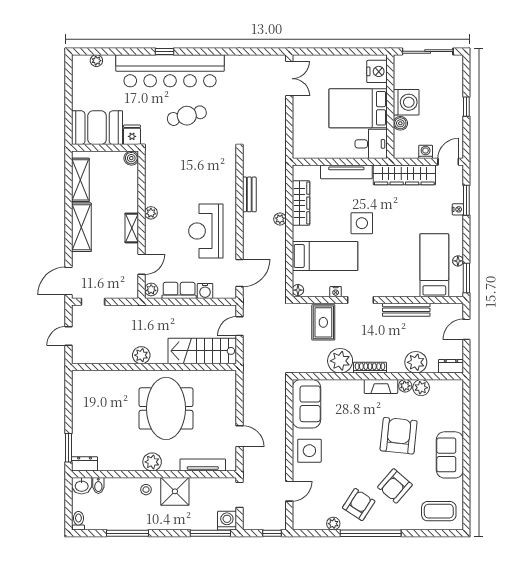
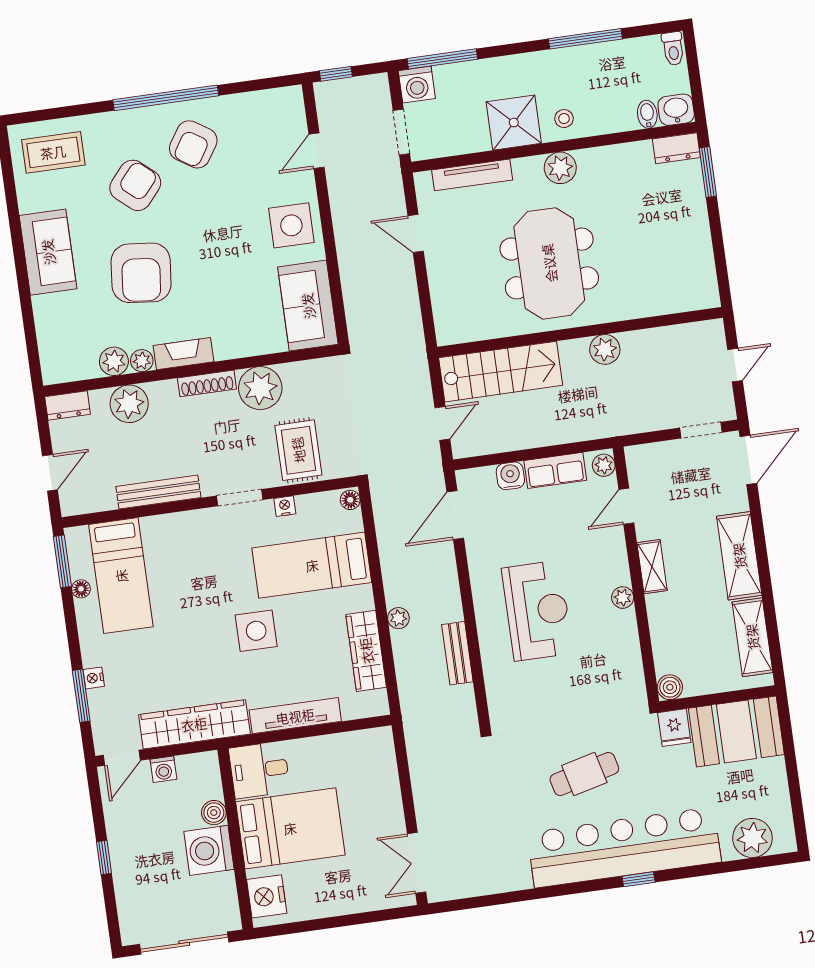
plant: (96, 61) -> (752, 838), width x1.88, depth x1.88
reception desk: (206, 231) -> (537, 611), moved
plant: (333, 524) -> (232, 105), removed

